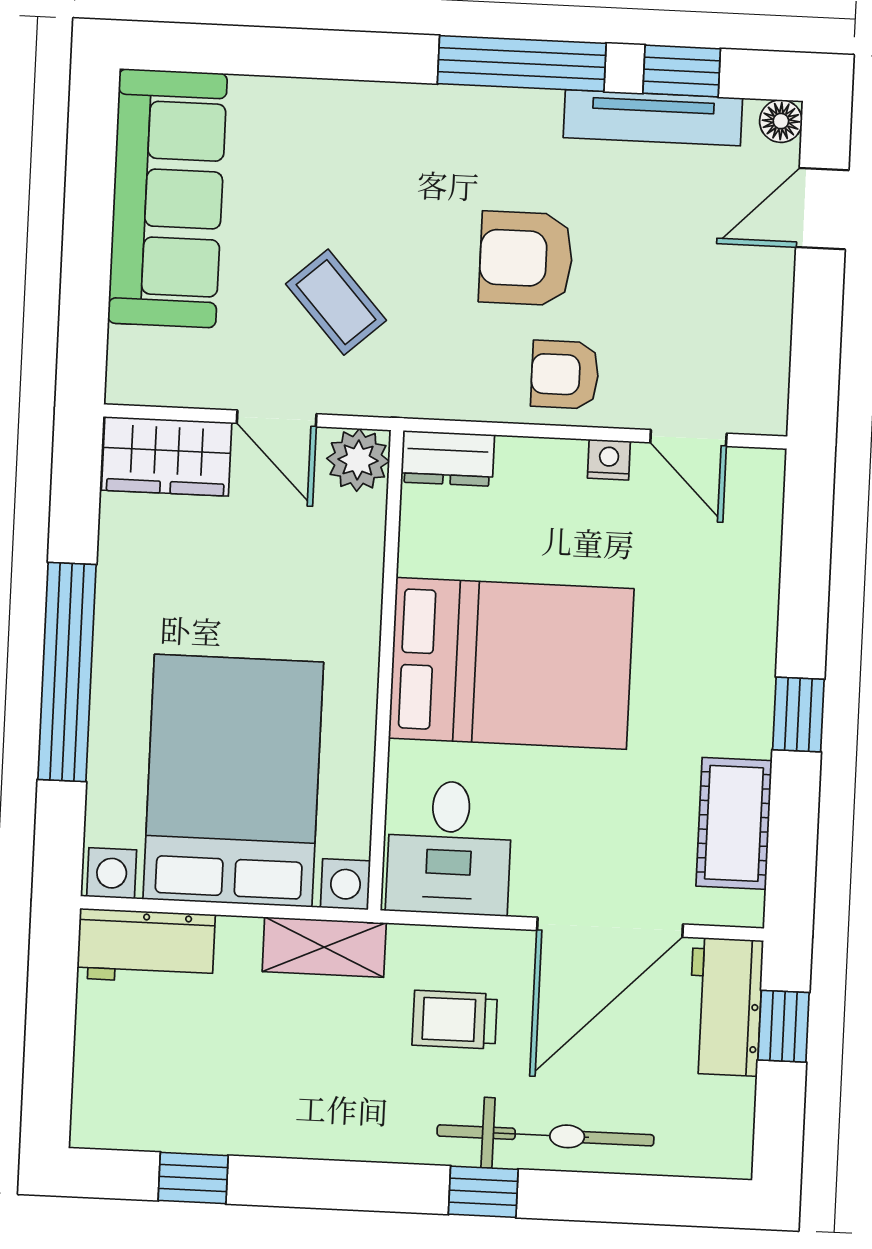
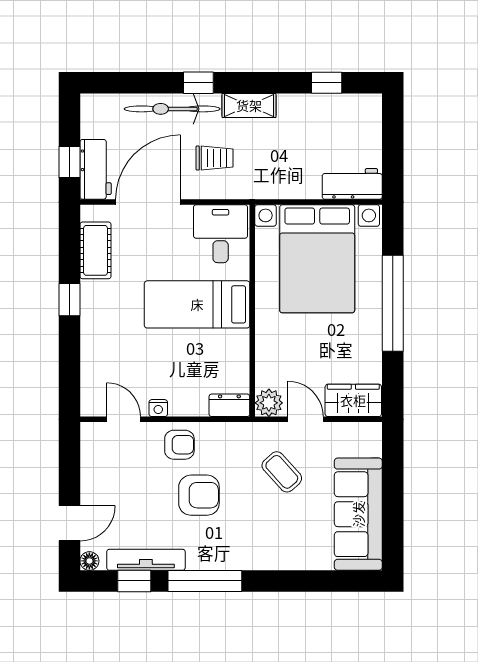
bed: (511, 663) -> (197, 304), width x0.67
shelving: (324, 947) -> (249, 105), moved

